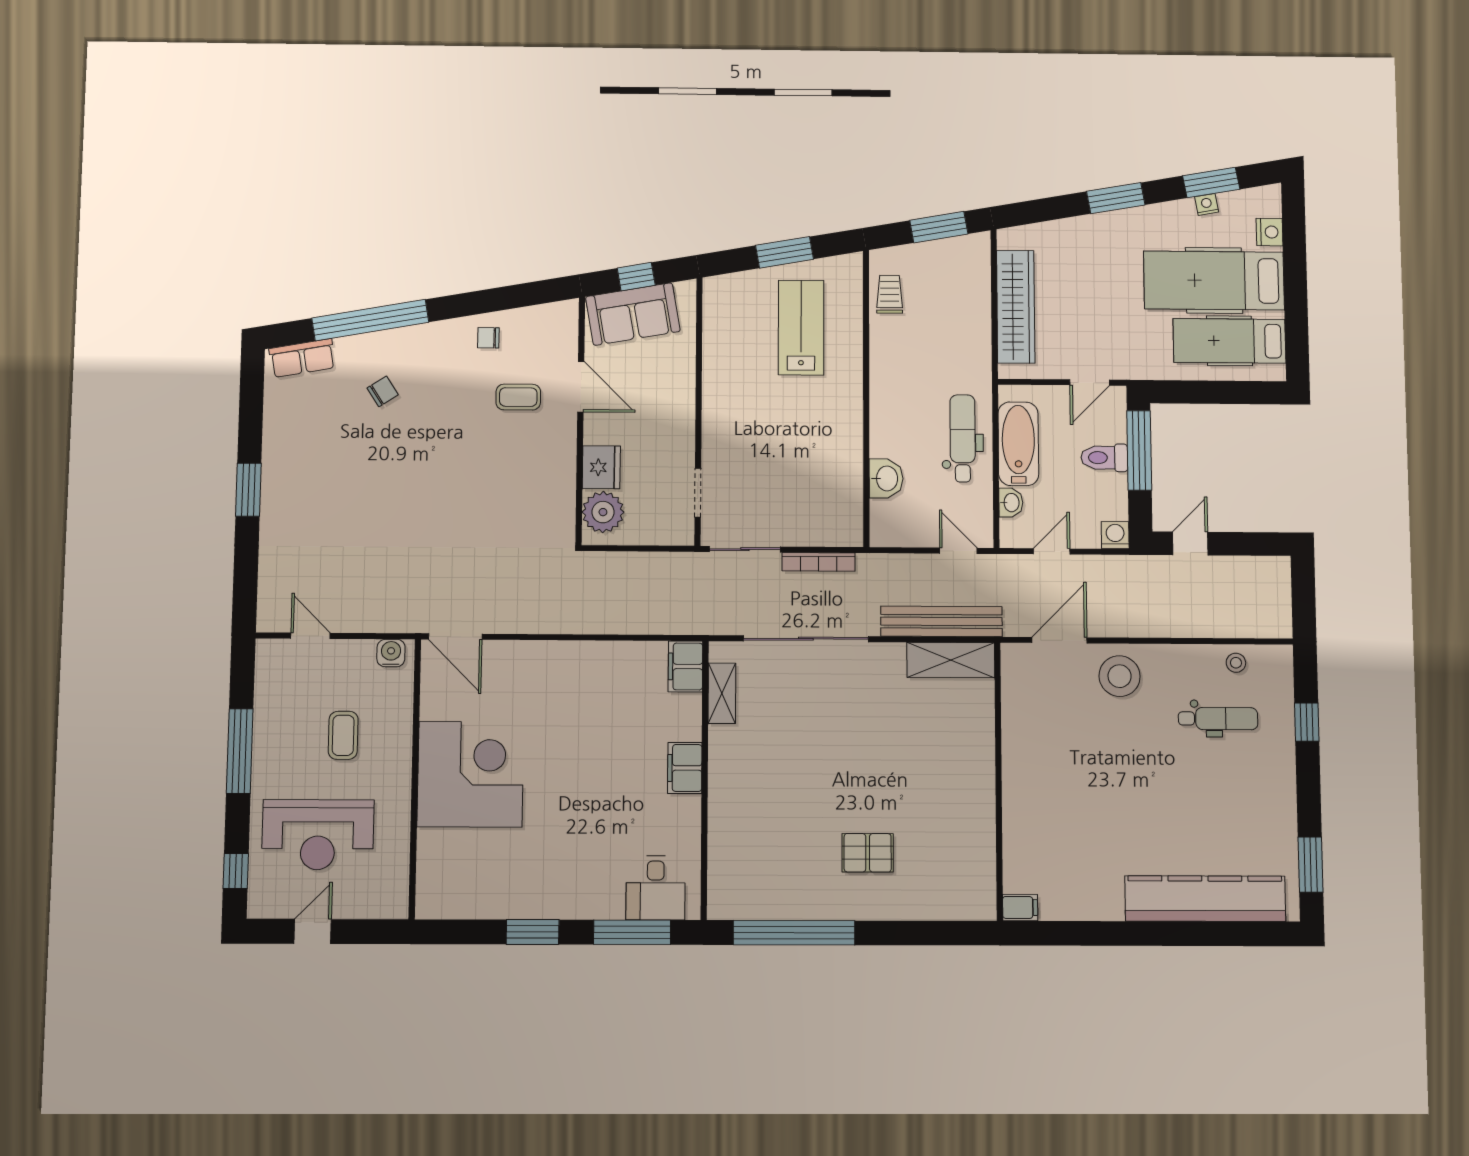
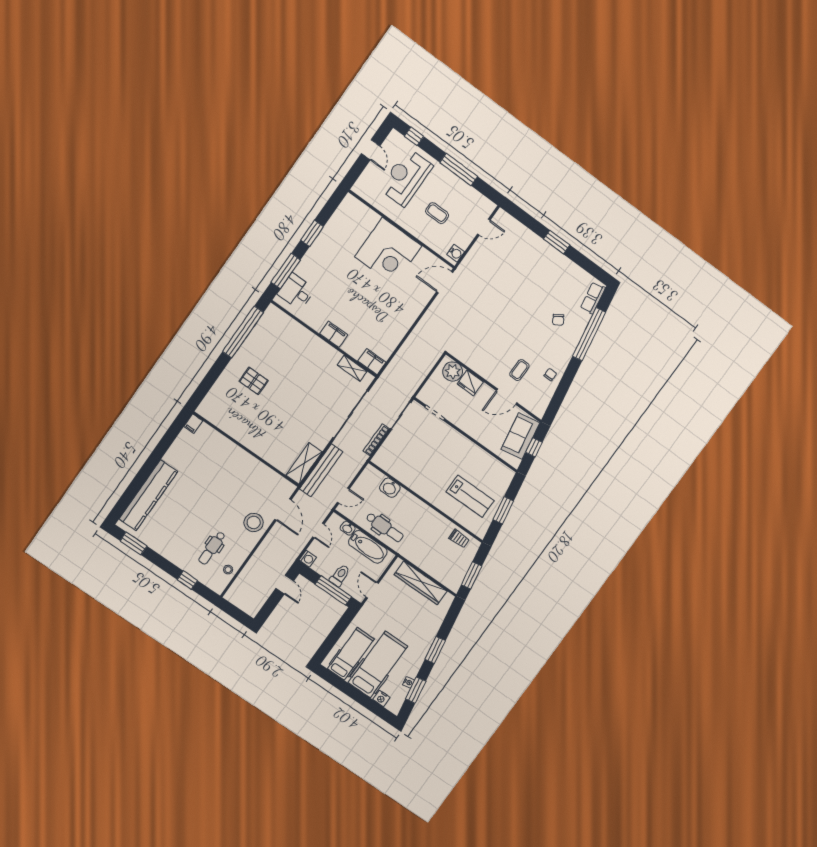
pallet: (868, 853) -> (254, 381), turned 90

